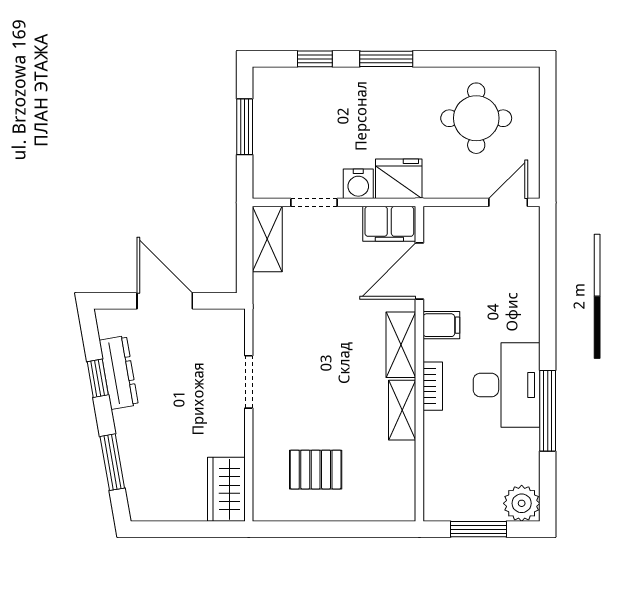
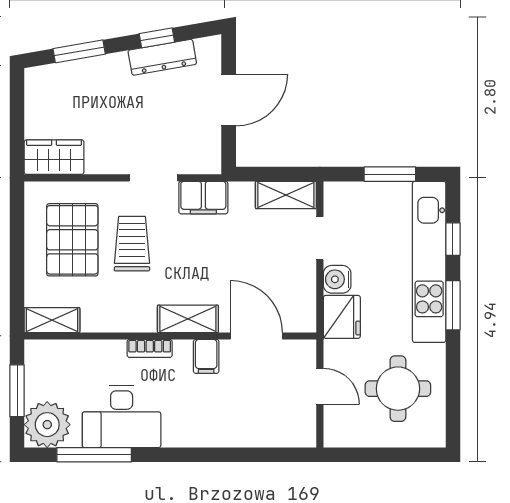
kitchen unit: (339, 85) -> (429, 262), added
door: (508, 202) -> (320, 386), moved
filing cabinet: (389, 224) -> (203, 198), moved, turned -90
desk: (507, 385) -> (122, 417), moved
trolley: (320, 405) -> (132, 244), added
shelving: (402, 410) -> (52, 320), moved
window: (548, 411) -> (94, 455), moved
pallet: (316, 470) -> (72, 240), width x1.50, depth x1.42
plant: (522, 503) -> (47, 425), width x1.36, depth x1.36

